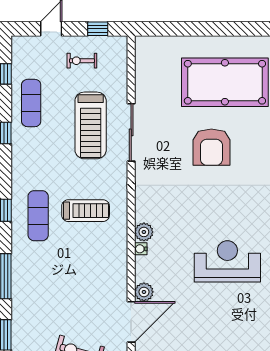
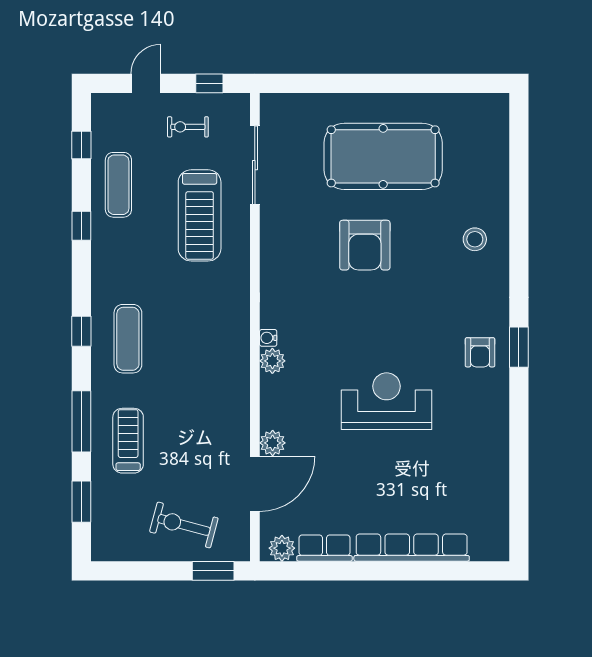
sliding door: (131, 132) -> (255, 165), moved
treadmill: (86, 211) -> (128, 441), moved, turned -90
water cooler: (141, 249) -> (268, 338), moved

